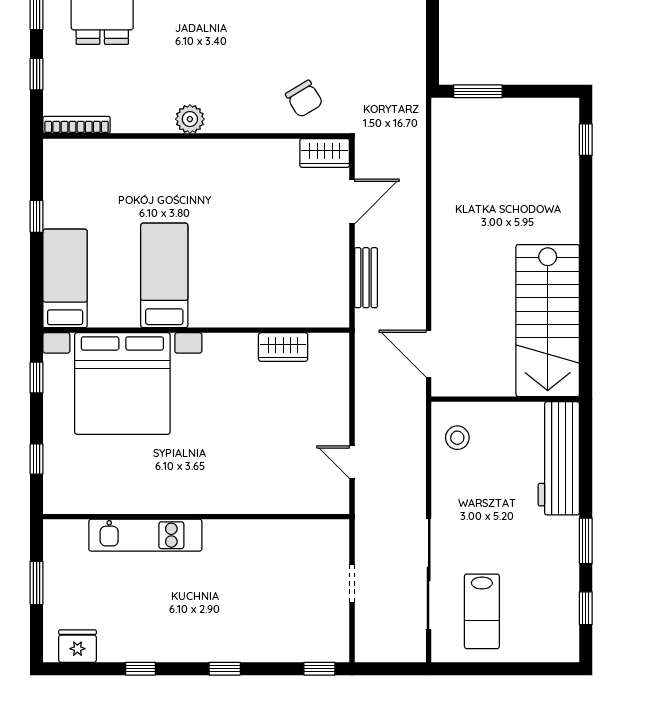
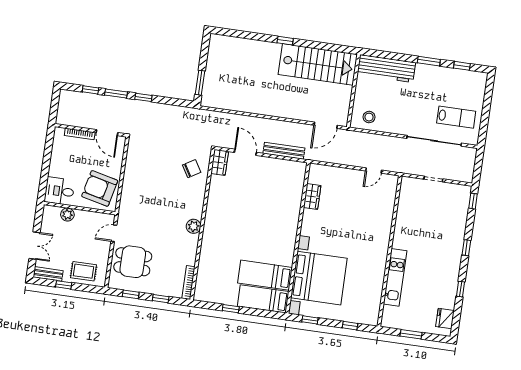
window: (586, 140) -> (285, 41), moved
bed: (164, 275) -> (265, 275), moved
bench: (366, 278) -> (284, 151), width x1.36

